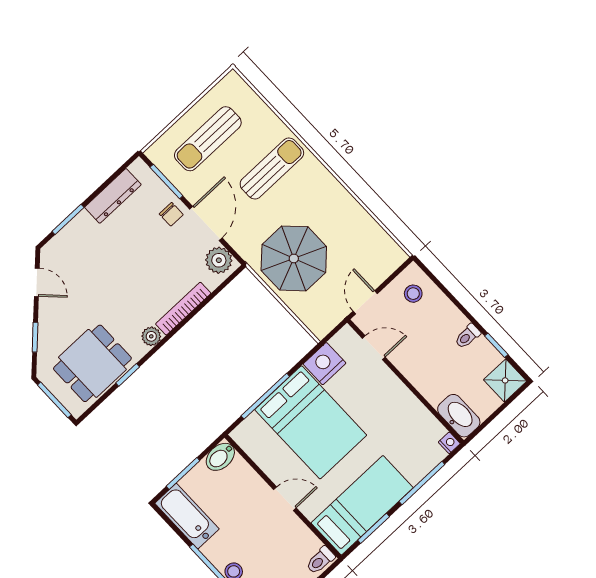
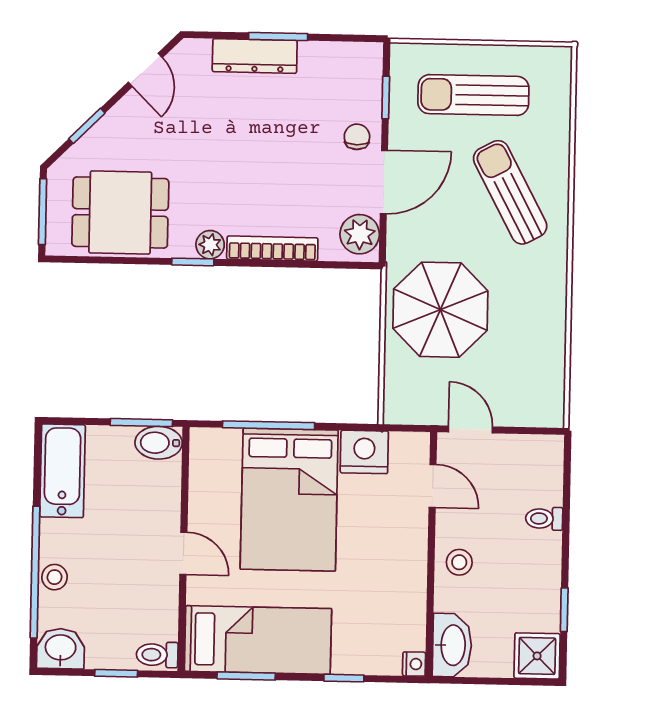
sun lounger: (272, 168) -> (510, 192), turned -118
window: (166, 182) -> (386, 97), width x0.67
dresser: (113, 196) -> (255, 56), moved
chair: (171, 214) -> (357, 137), turned 180
window: (68, 219) -> (278, 37), moved
stool: (413, 294) -> (459, 562), moved
door: (365, 302) -> (470, 429), hinge flipped
toilet: (467, 336) -> (544, 519), moved
window: (128, 375) -> (193, 262), moved
window: (183, 473) -> (141, 423), moved
window: (422, 483) -> (344, 678), width x0.46

